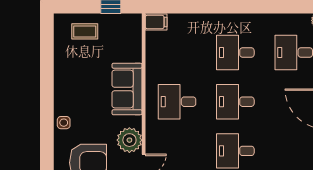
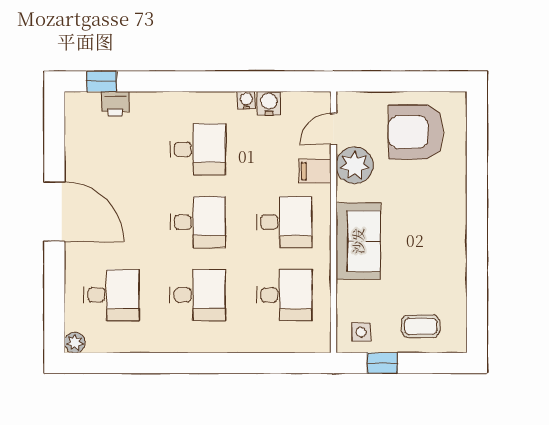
filing cabinet: (156, 22) -> (315, 171), moved
desk: (177, 52) -> (284, 295), added
side table: (64, 123) -> (361, 332), moved

